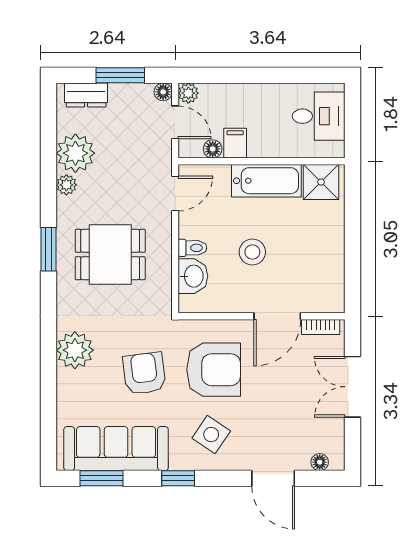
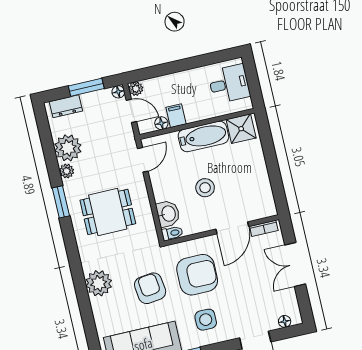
toilet: (192, 248) -> (172, 233), moved
window: (49, 249) -> (61, 202), moved
side table: (211, 435) -> (206, 320), turned -34

